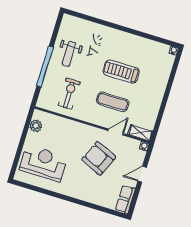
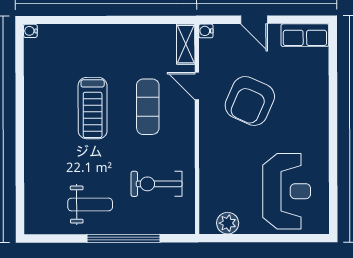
reception desk: (43, 163) -> (287, 191), turned 180

